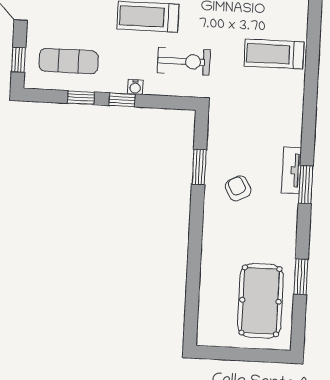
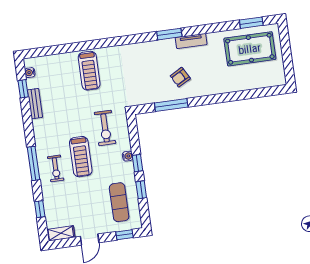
exercise bike: (184, 61) -> (105, 128), turned 180
window: (199, 167) -> (171, 105), width x1.44
tv unit: (291, 170) -> (191, 41), moved
window: (301, 277) -> (251, 23), moved

